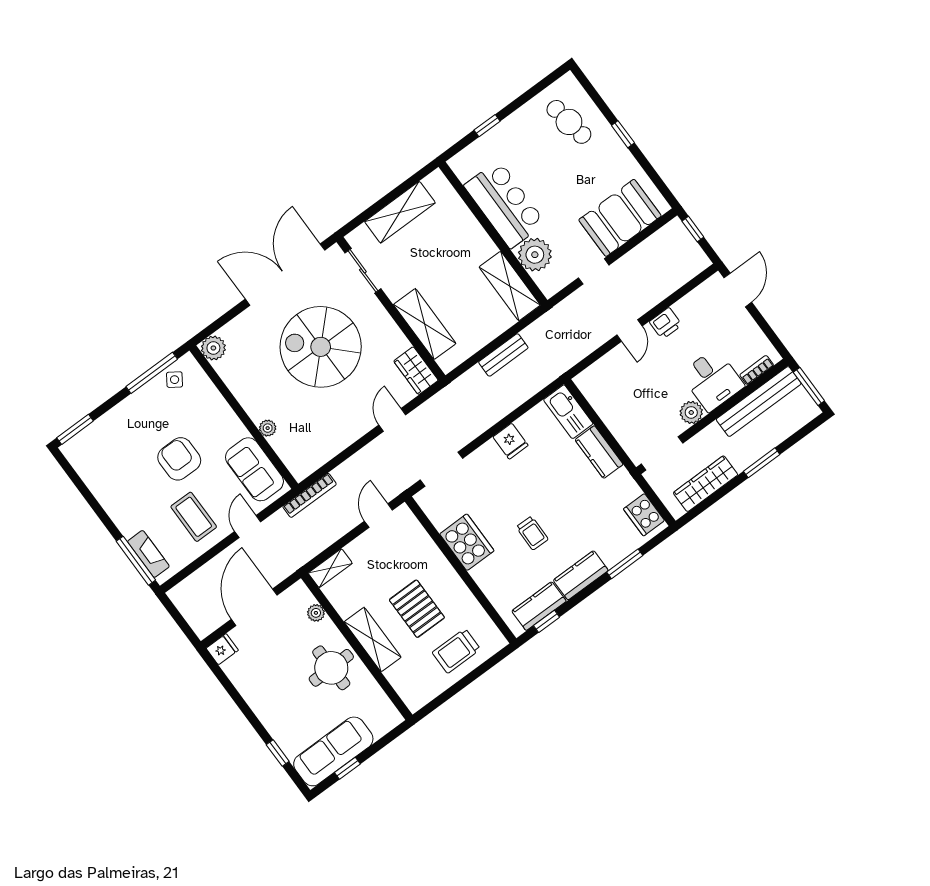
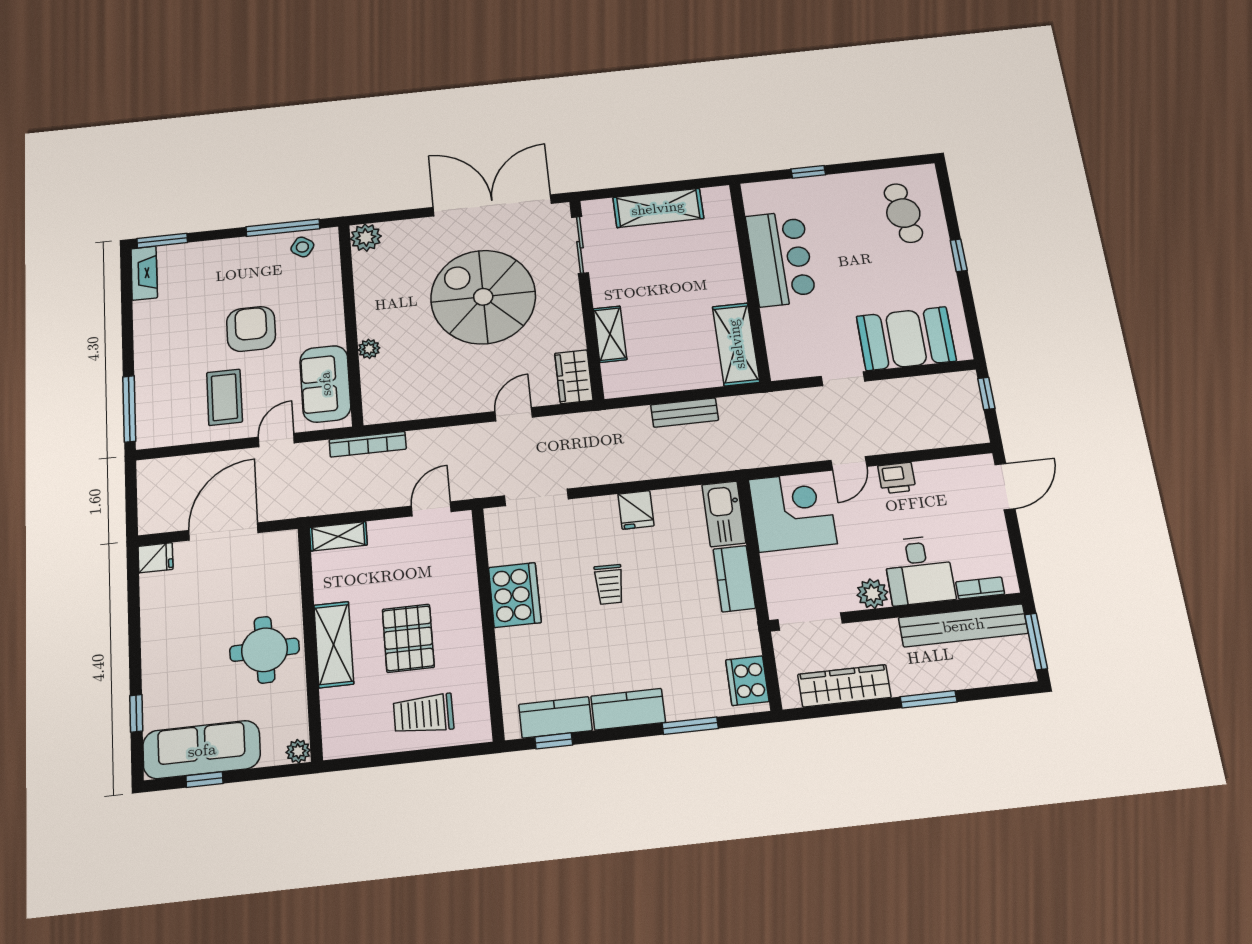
plant: (535, 255) -> (784, 327), removed
shelving: (425, 324) -> (610, 334), width x0.67, depth x0.75
corner desk: (611, 385) -> (793, 512), added
trolley: (532, 533) -> (609, 584), moved
fireplace: (148, 554) -> (144, 273), moved
plant: (316, 613) -> (298, 751), moved

